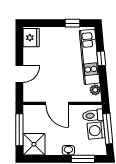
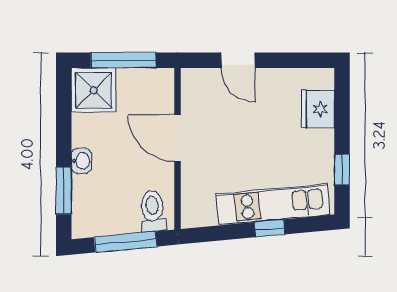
fridge: (31, 38) -> (318, 109), moved, turned 90
plant: (95, 90) -> (205, 216), removed
door: (57, 103) -> (177, 138), hinge flipped
washing machine: (96, 130) -> (122, 218), removed

